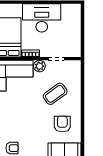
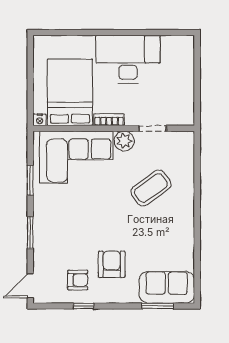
armchair: (62, 124) -> (112, 264), moved

